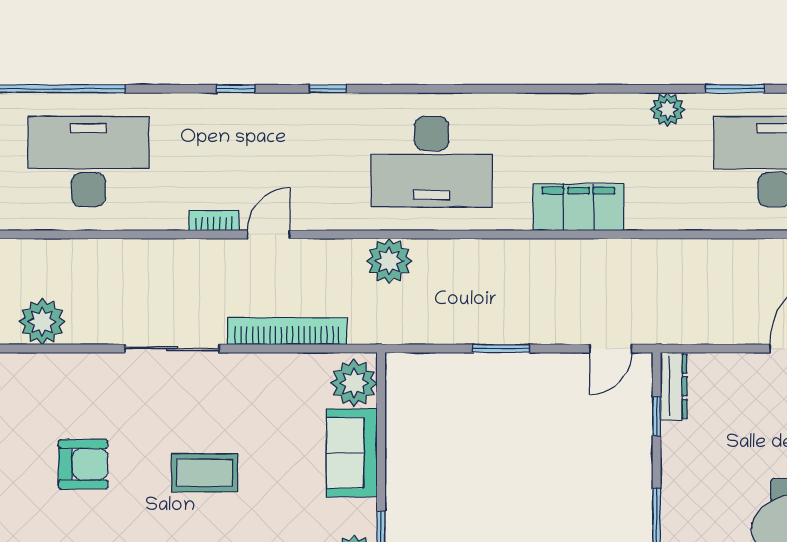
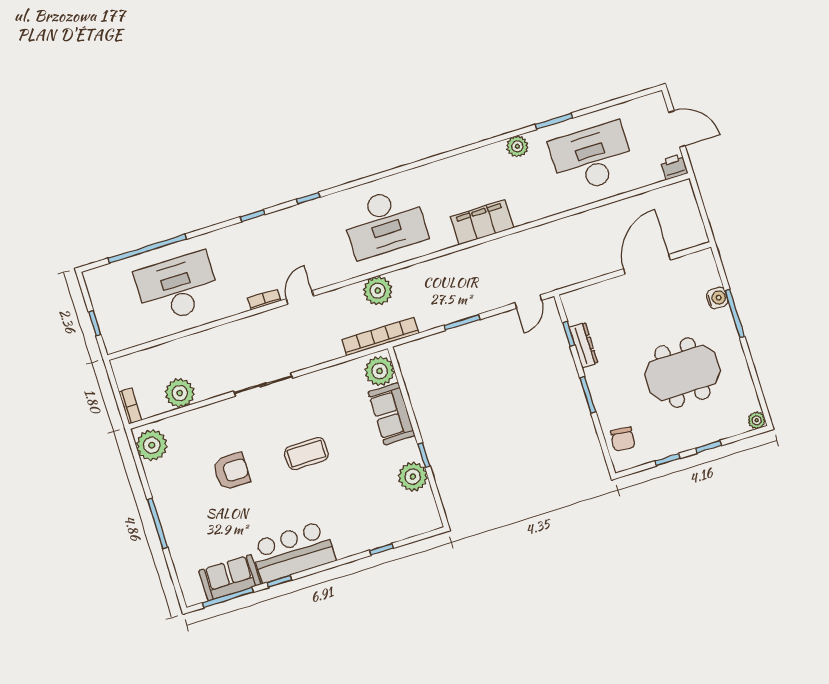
bookcase: (287, 331) -> (380, 336), moved
dresser: (674, 386) -> (584, 345), moved

